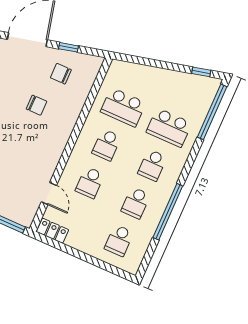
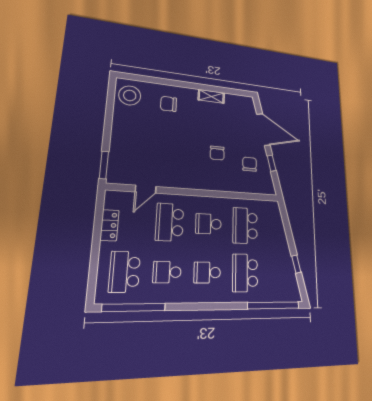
window: (201, 72) -> (296, 264), moved
school desk: (90, 183) -> (170, 222), width x1.85
window: (168, 212) -> (134, 307), moved
locker: (53, 231) -> (109, 225), moved
school desk: (119, 240) -> (125, 272), width x1.85

